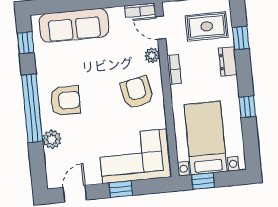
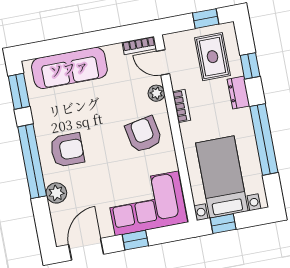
rug: (207, 26) -> (212, 57), turned 90
window: (26, 43) -> (19, 91), width x1.50
window: (247, 107) -> (264, 139), width x3.17
door: (75, 194) -> (86, 249), width x1.38

